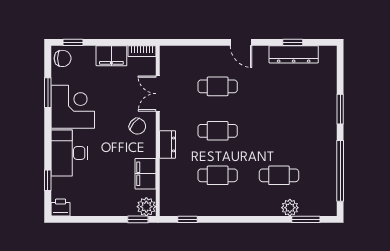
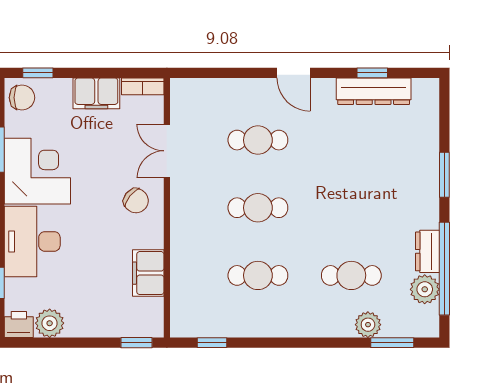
dresser: (168, 144) -> (427, 251), moved, turned 180
plant: (327, 184) -> (425, 289), added
plant: (146, 207) -> (50, 323), moved

